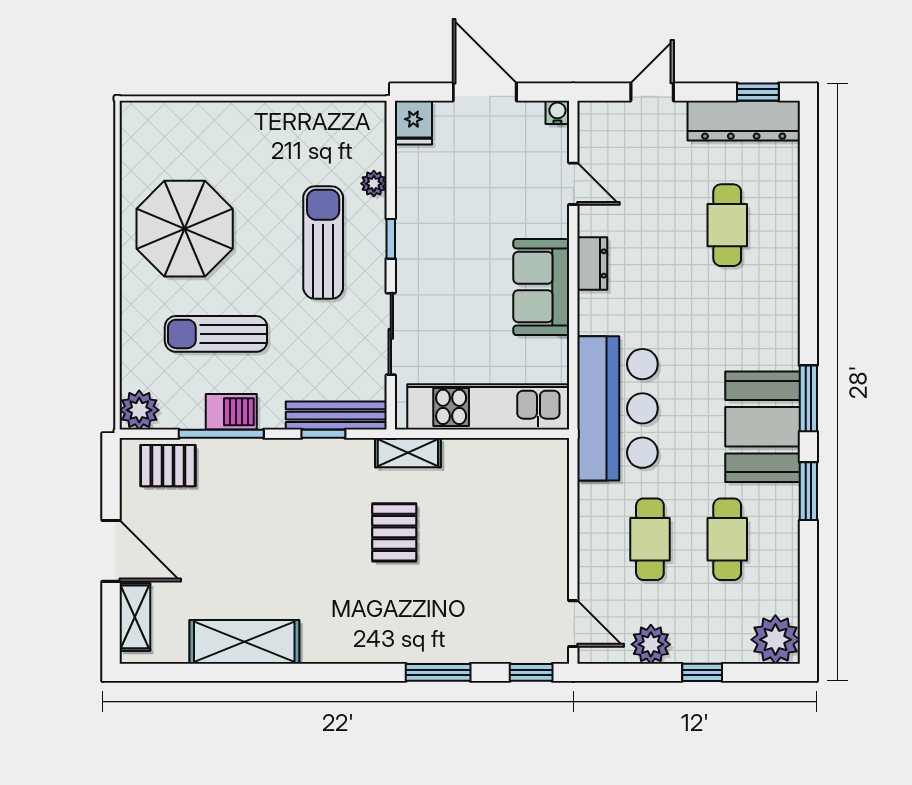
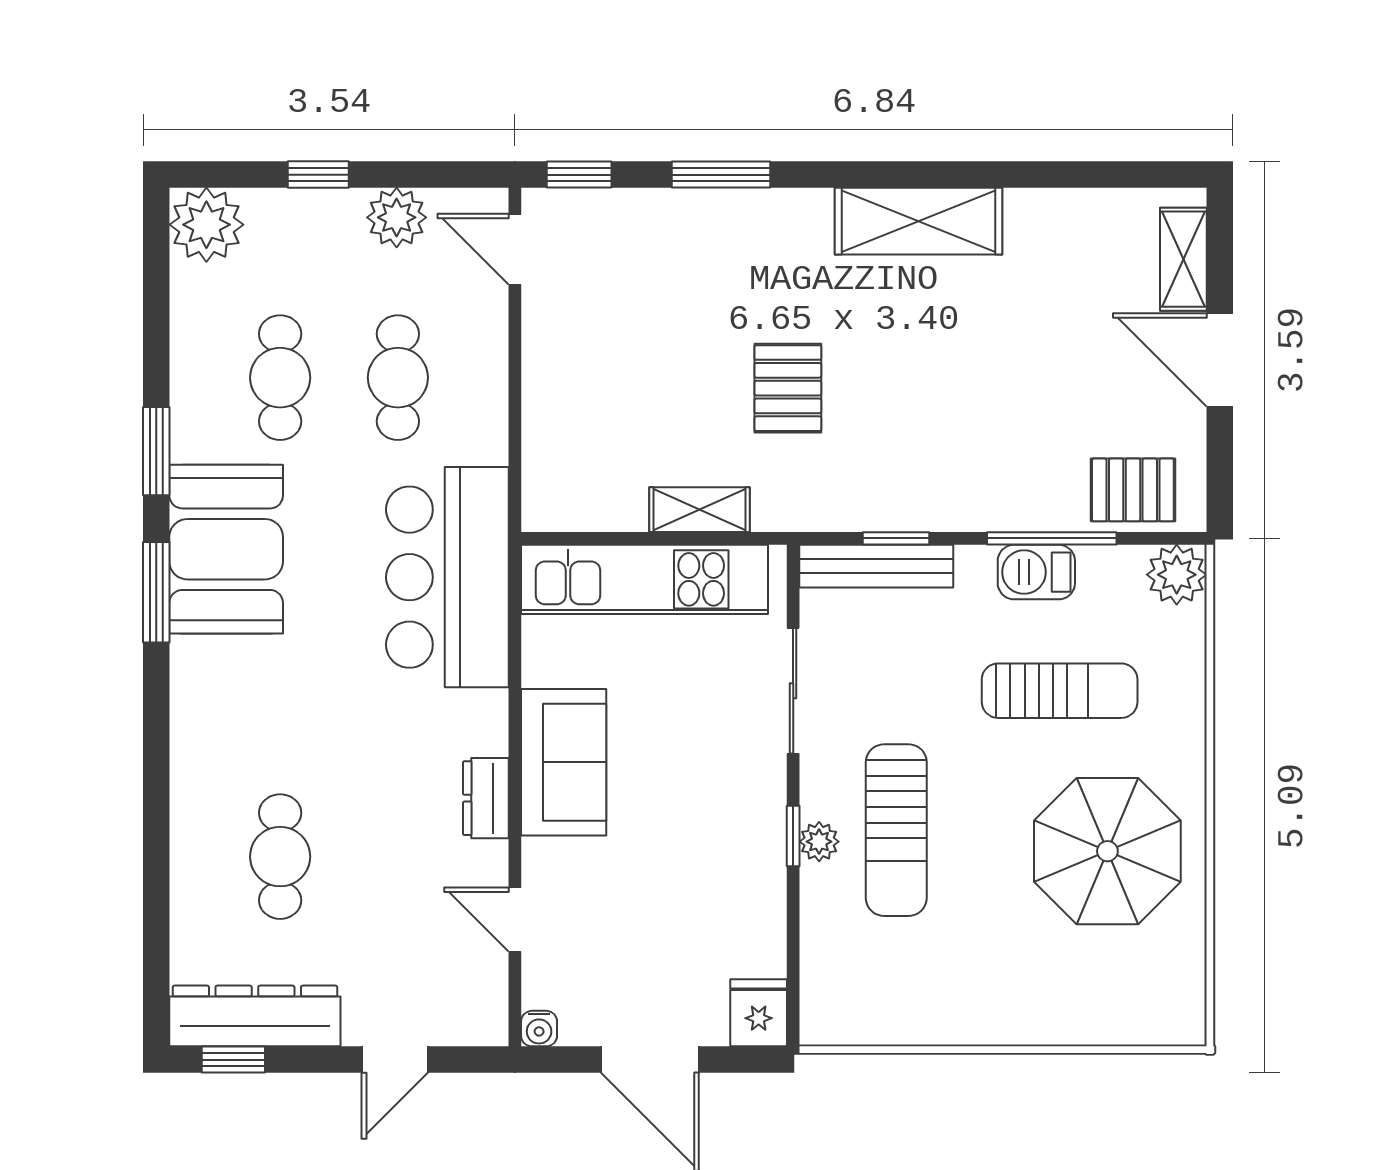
plant: (374, 184) -> (819, 842), moved
shelving: (408, 453) -> (699, 510), moved
shelving: (244, 642) -> (918, 221), moved

